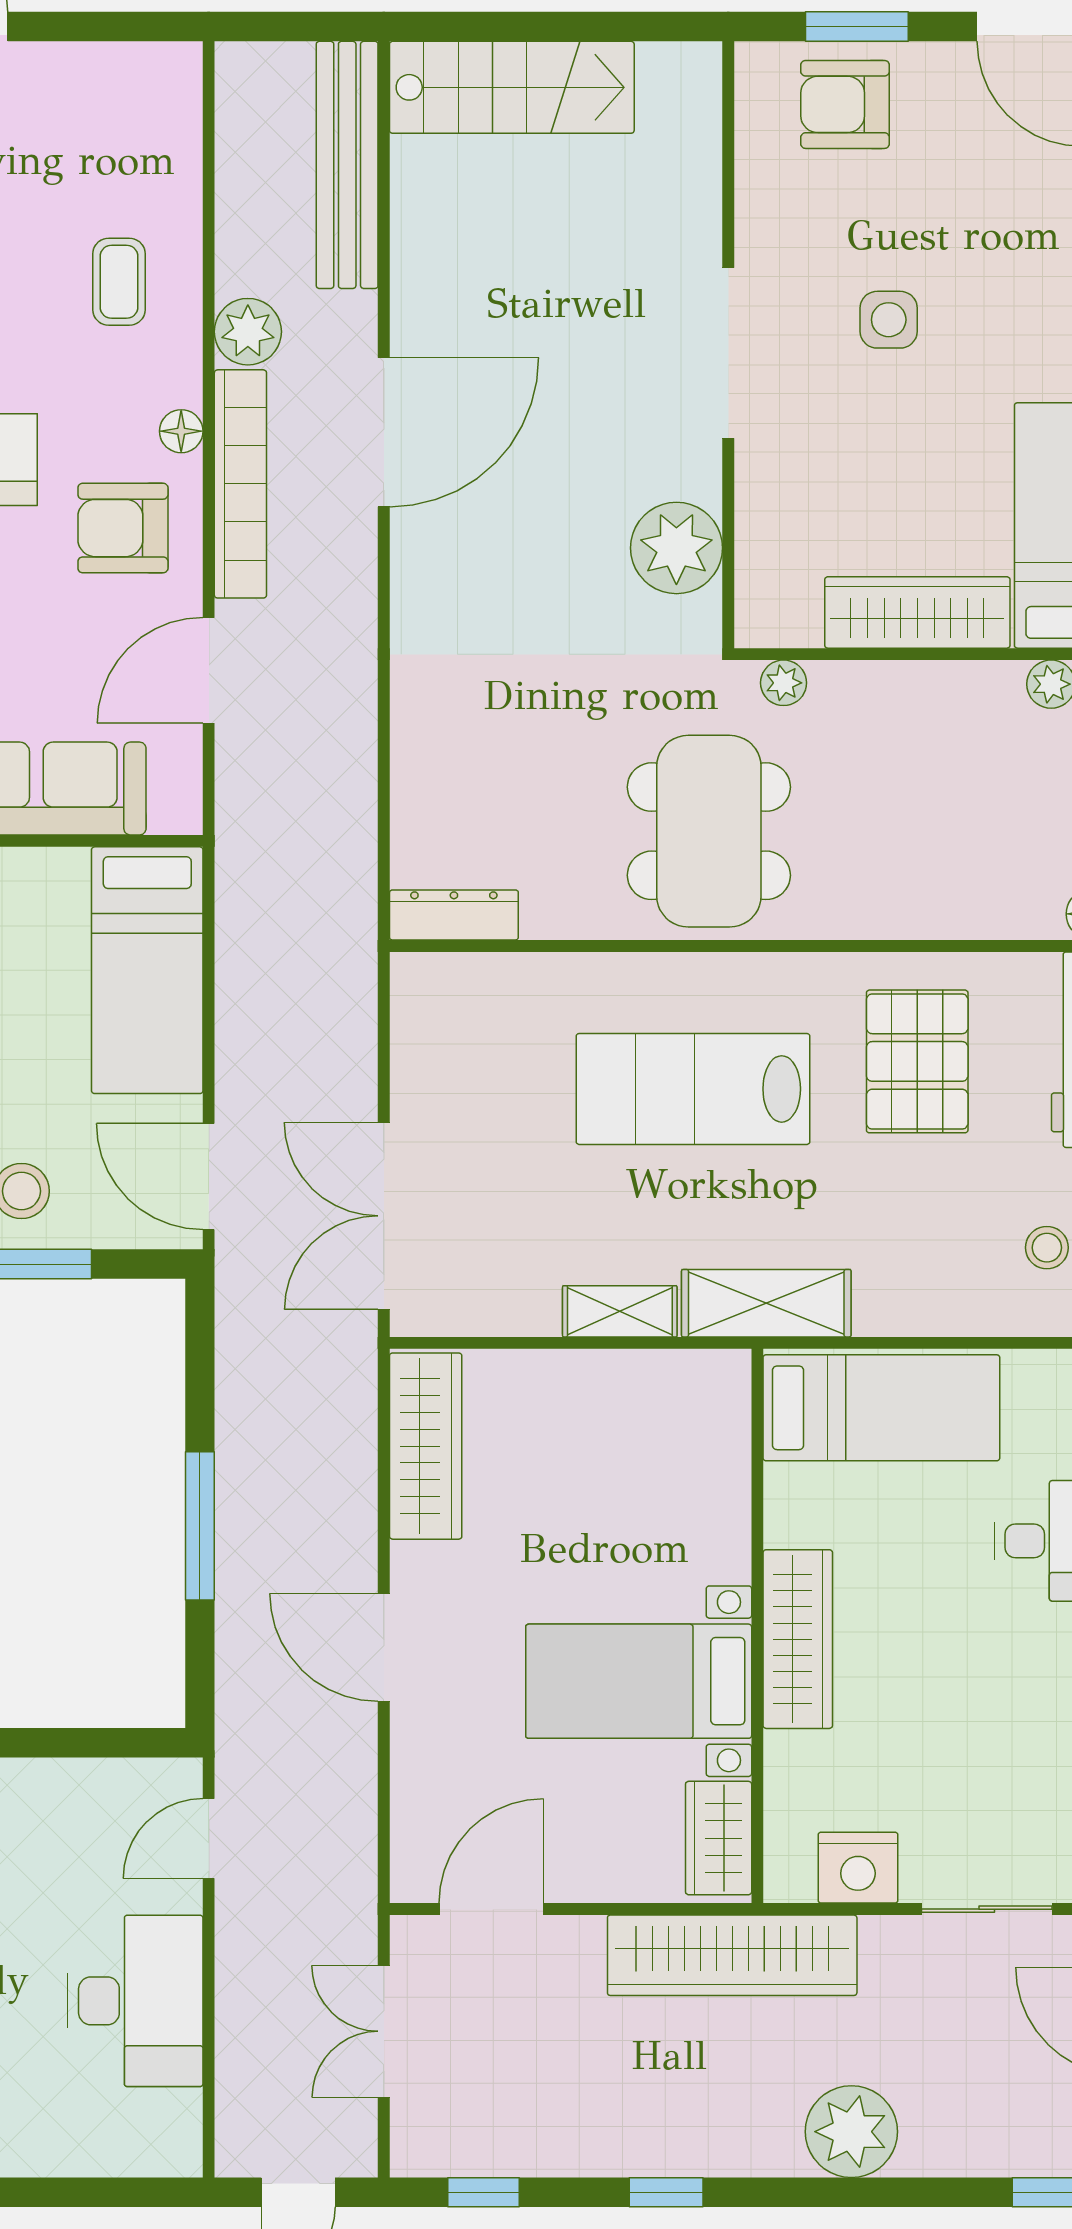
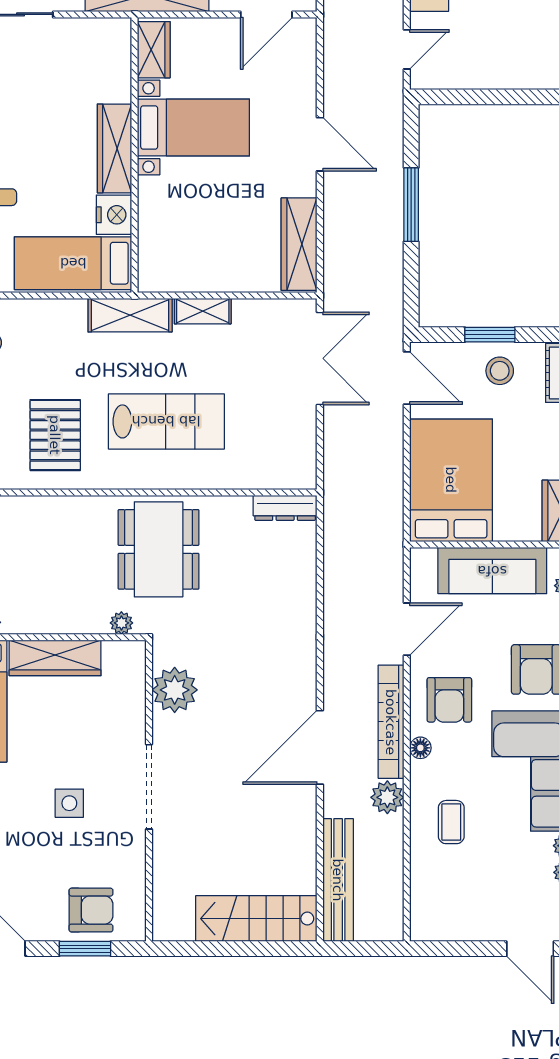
armchair: (123, 528) -> (449, 700), turned 90
bed: (147, 970) -> (451, 480), width x1.50
nightstand: (858, 1868) -> (114, 215), moved, turned 90

